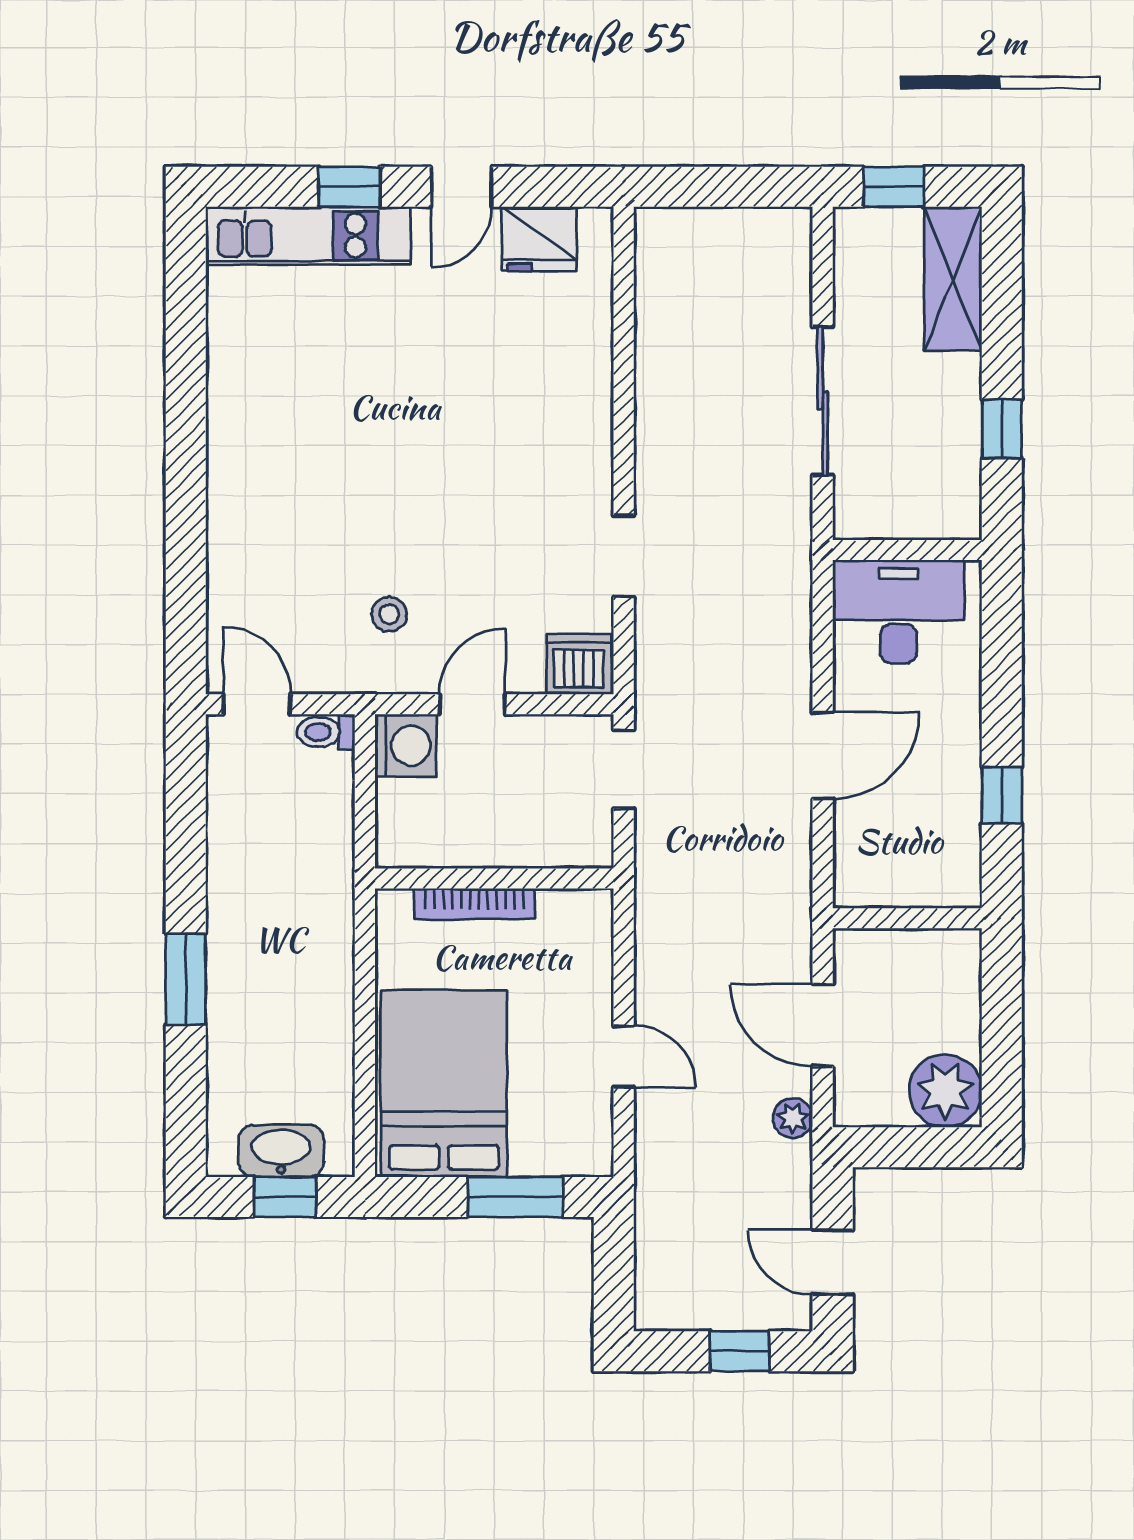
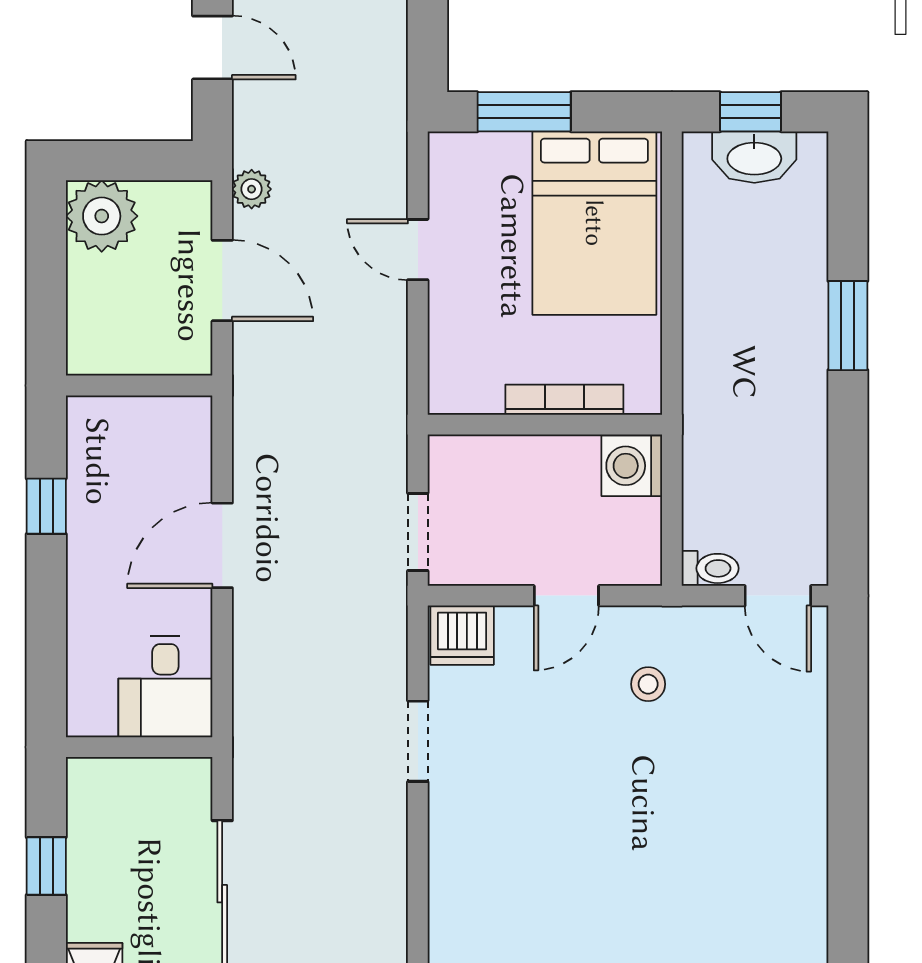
desk: (898, 612) -> (165, 687), width x0.73
washing machine: (406, 746) -> (632, 466), moved

